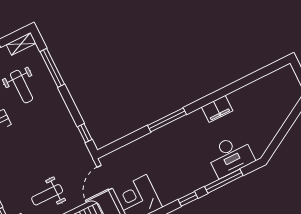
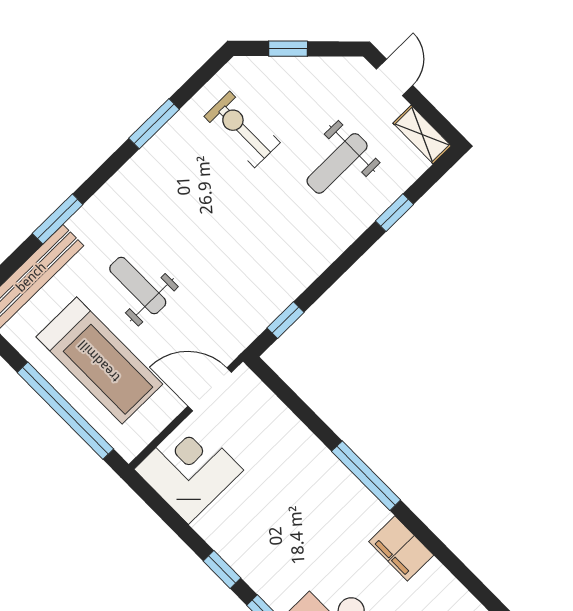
window: (52, 68) -> (395, 213), width x0.46
filing cabinet: (217, 109) -> (401, 548), moved

